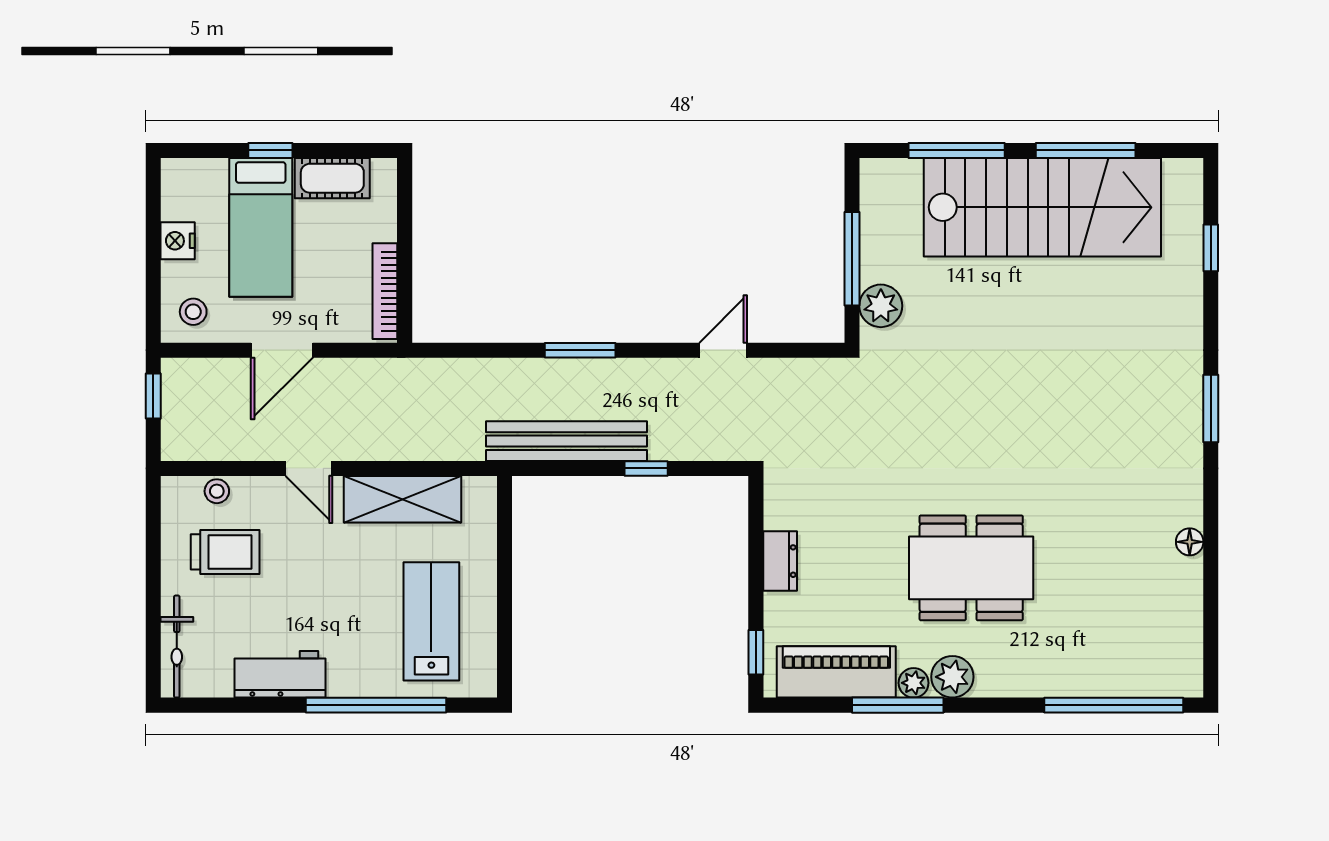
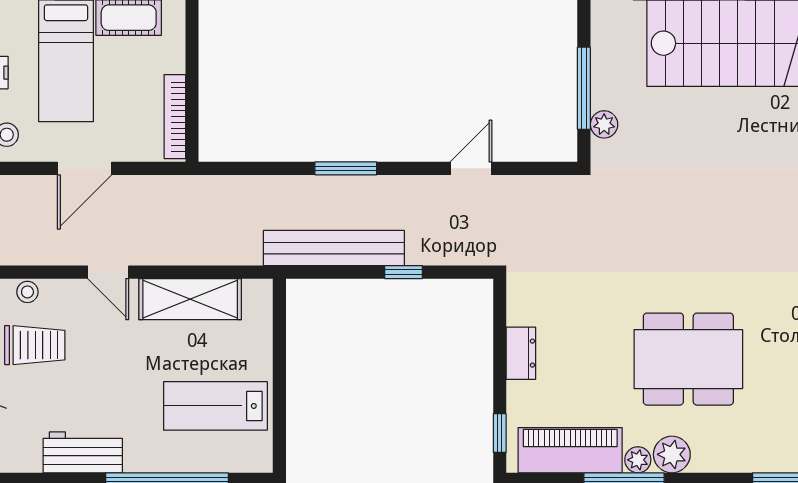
plant: (881, 306) -> (604, 124), width x0.73, depth x0.73
lab bench: (431, 621) -> (215, 406), turned -90

